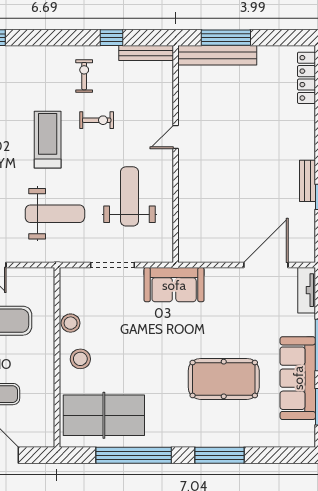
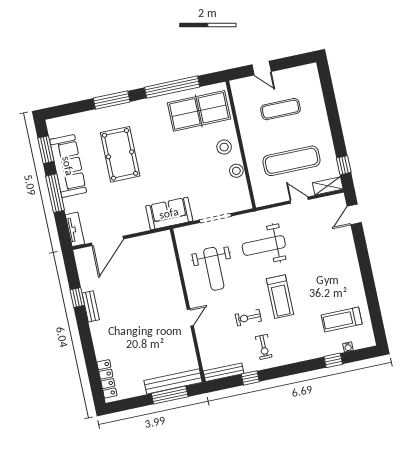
pool table: (224, 379) -> (120, 154), turned 90

